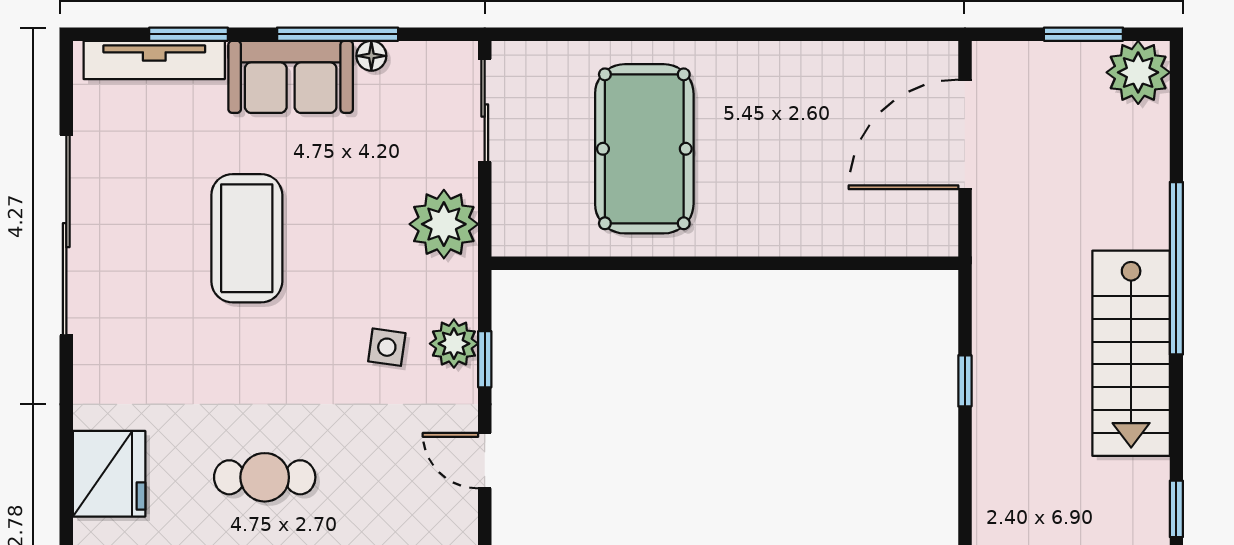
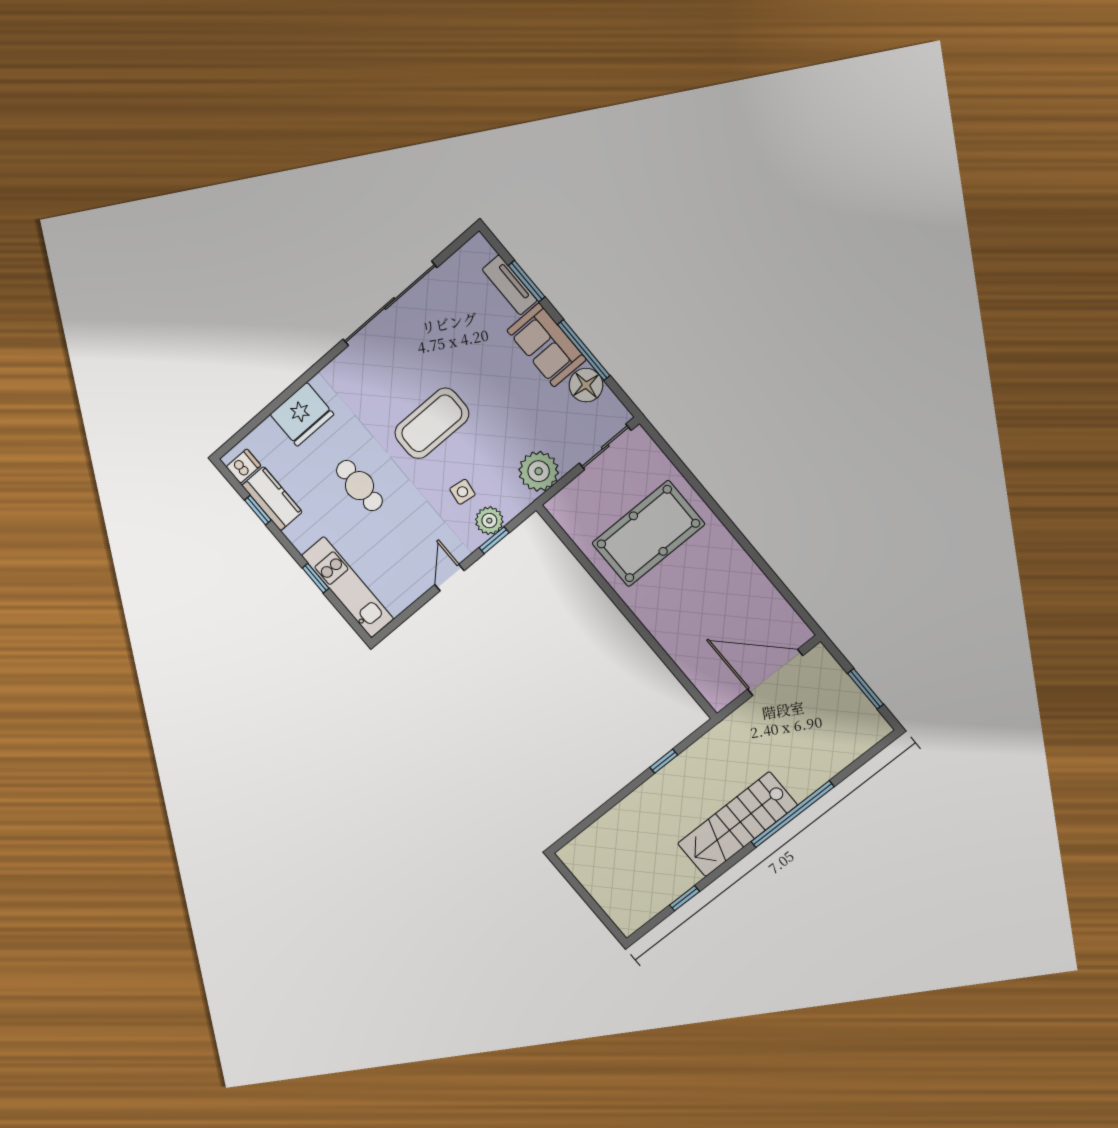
floor lamp: (371, 56) -> (586, 385), width x1.89, depth x1.89
tv unit: (154, 60) -> (510, 285), width x0.71
plant: (1138, 72) -> (868, 727), removed
coffee table: (247, 238) -> (432, 423), moved

